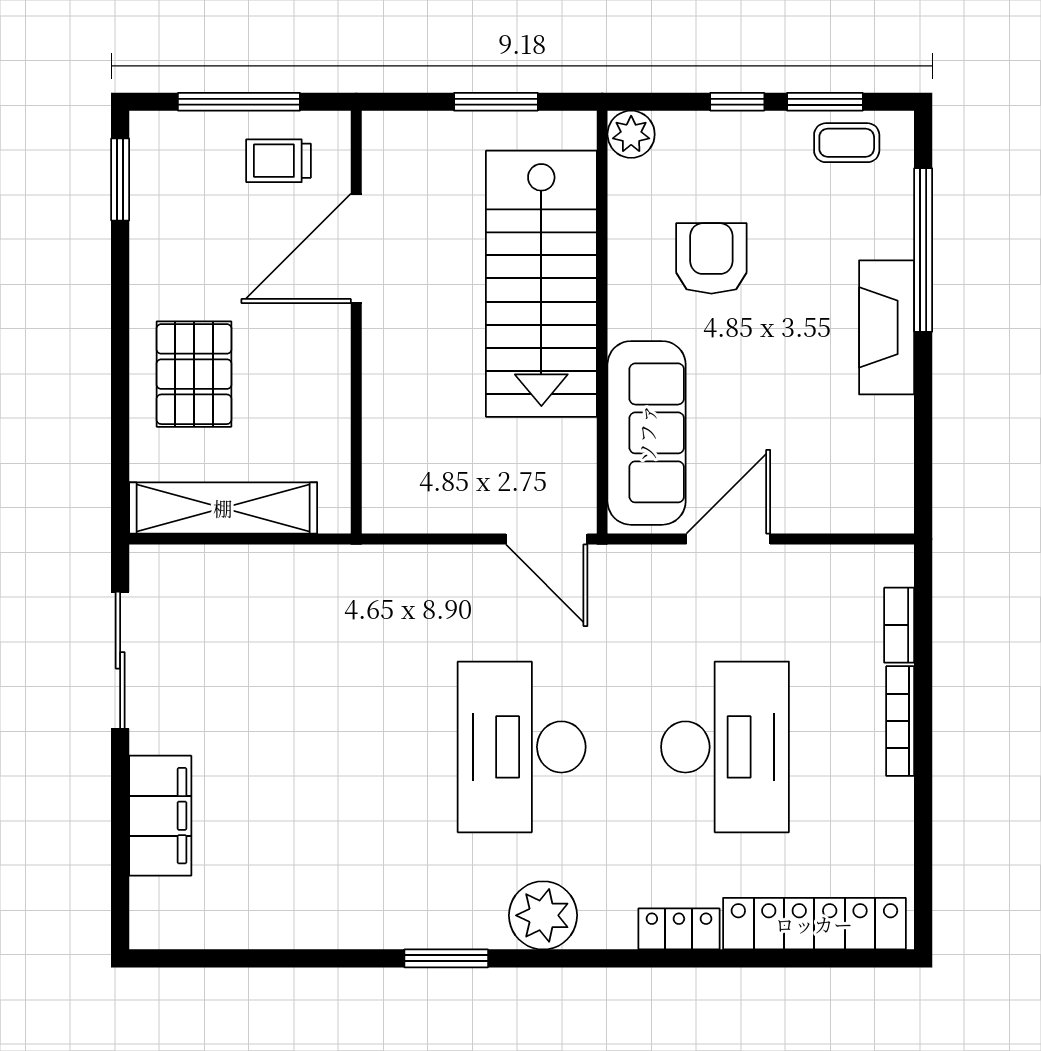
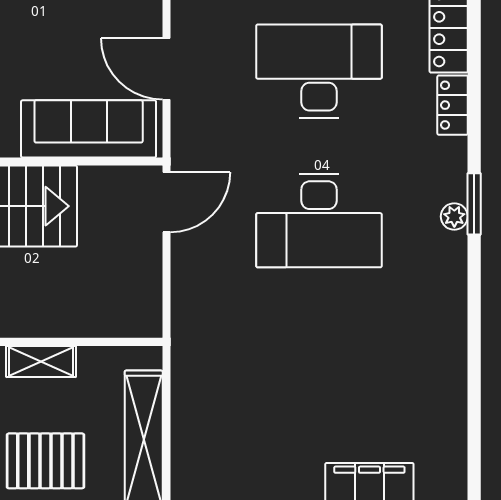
shelving: (329, 368) -> (41, 362), added
plant: (543, 915) -> (454, 216), width x0.53, depth x0.53
window: (446, 958) -> (474, 204), moved

